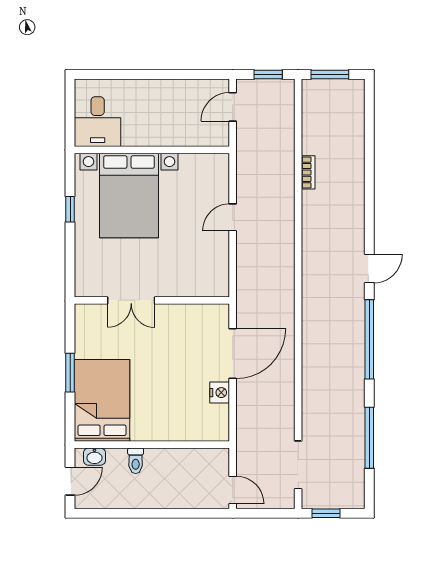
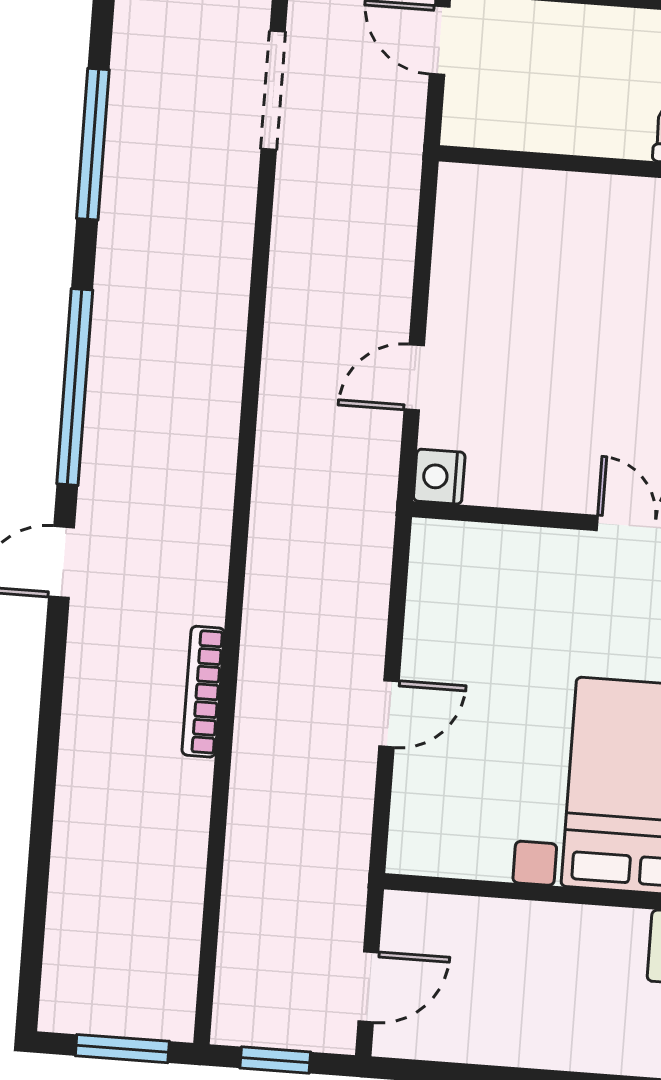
bookcase: (308, 172) -> (203, 692), moved, width x1.56
door: (233, 354) -> (414, 377), width x0.53
nightstand: (220, 393) -> (439, 477), moved

